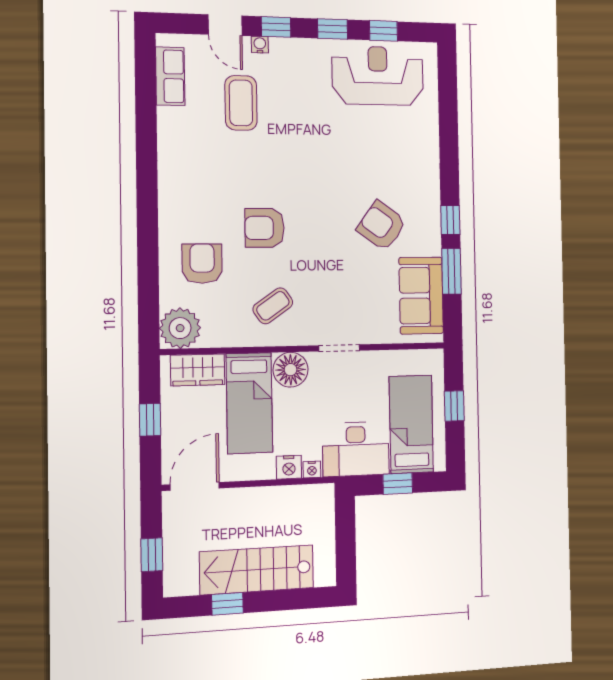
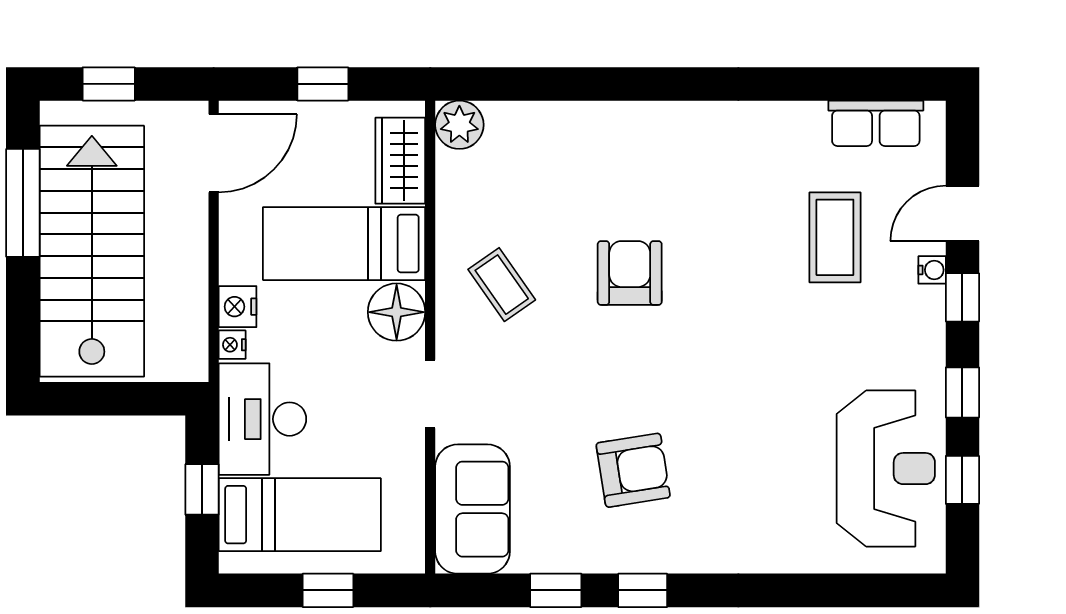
coffee table: (241, 103) -> (835, 237), turned 90
armchair: (382, 226) -> (633, 470), turned 45
armchair: (202, 264) -> (572, 170), removed
window: (451, 271) -> (556, 590), width x0.67
sofa: (421, 295) -> (473, 509), moved, turned 90
plant: (180, 328) -> (459, 125), width x0.73, depth x0.73
door: (195, 486) -> (214, 153), hinge flipped
stairs: (257, 570) -> (92, 251), width x1.36, depth x1.51
window: (227, 604) -> (23, 203), width x2.17

